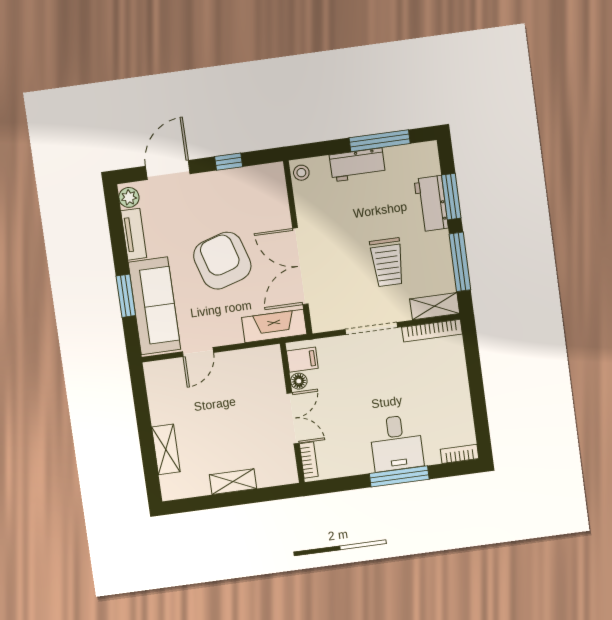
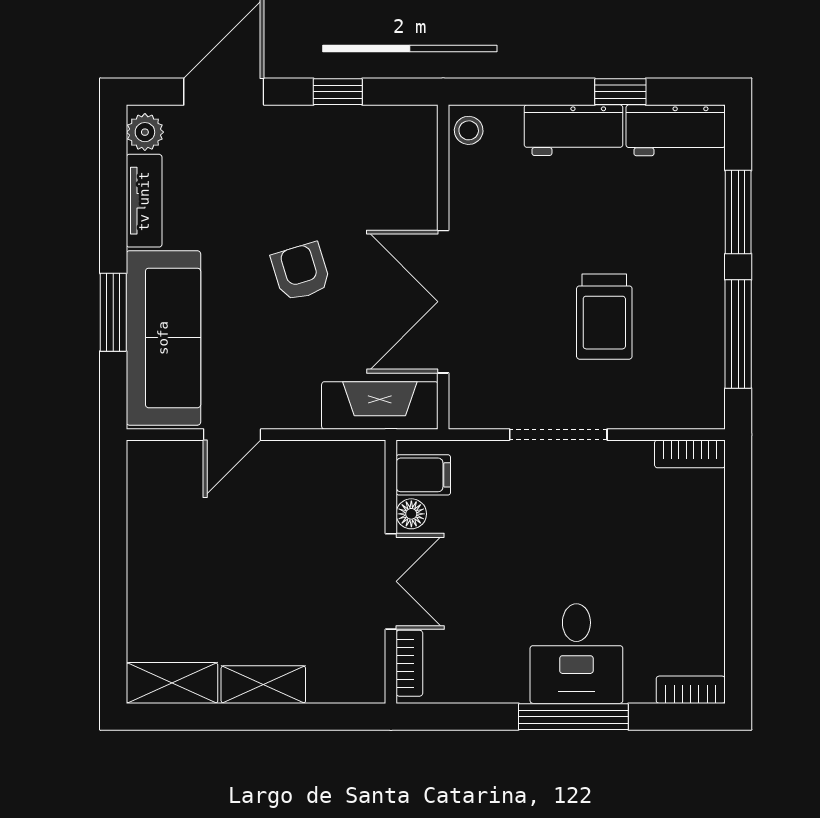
window: (380, 141) -> (620, 92), width x0.46
workbench: (431, 204) -> (676, 130), moved, turned -90
armchair: (222, 261) -> (301, 272), width x0.53, depth x0.53
shelving: (435, 306) -> (681, 409), removed
bookcase: (432, 331) -> (690, 454), width x0.64
shelving: (166, 449) -> (172, 683), moved, turned 90

